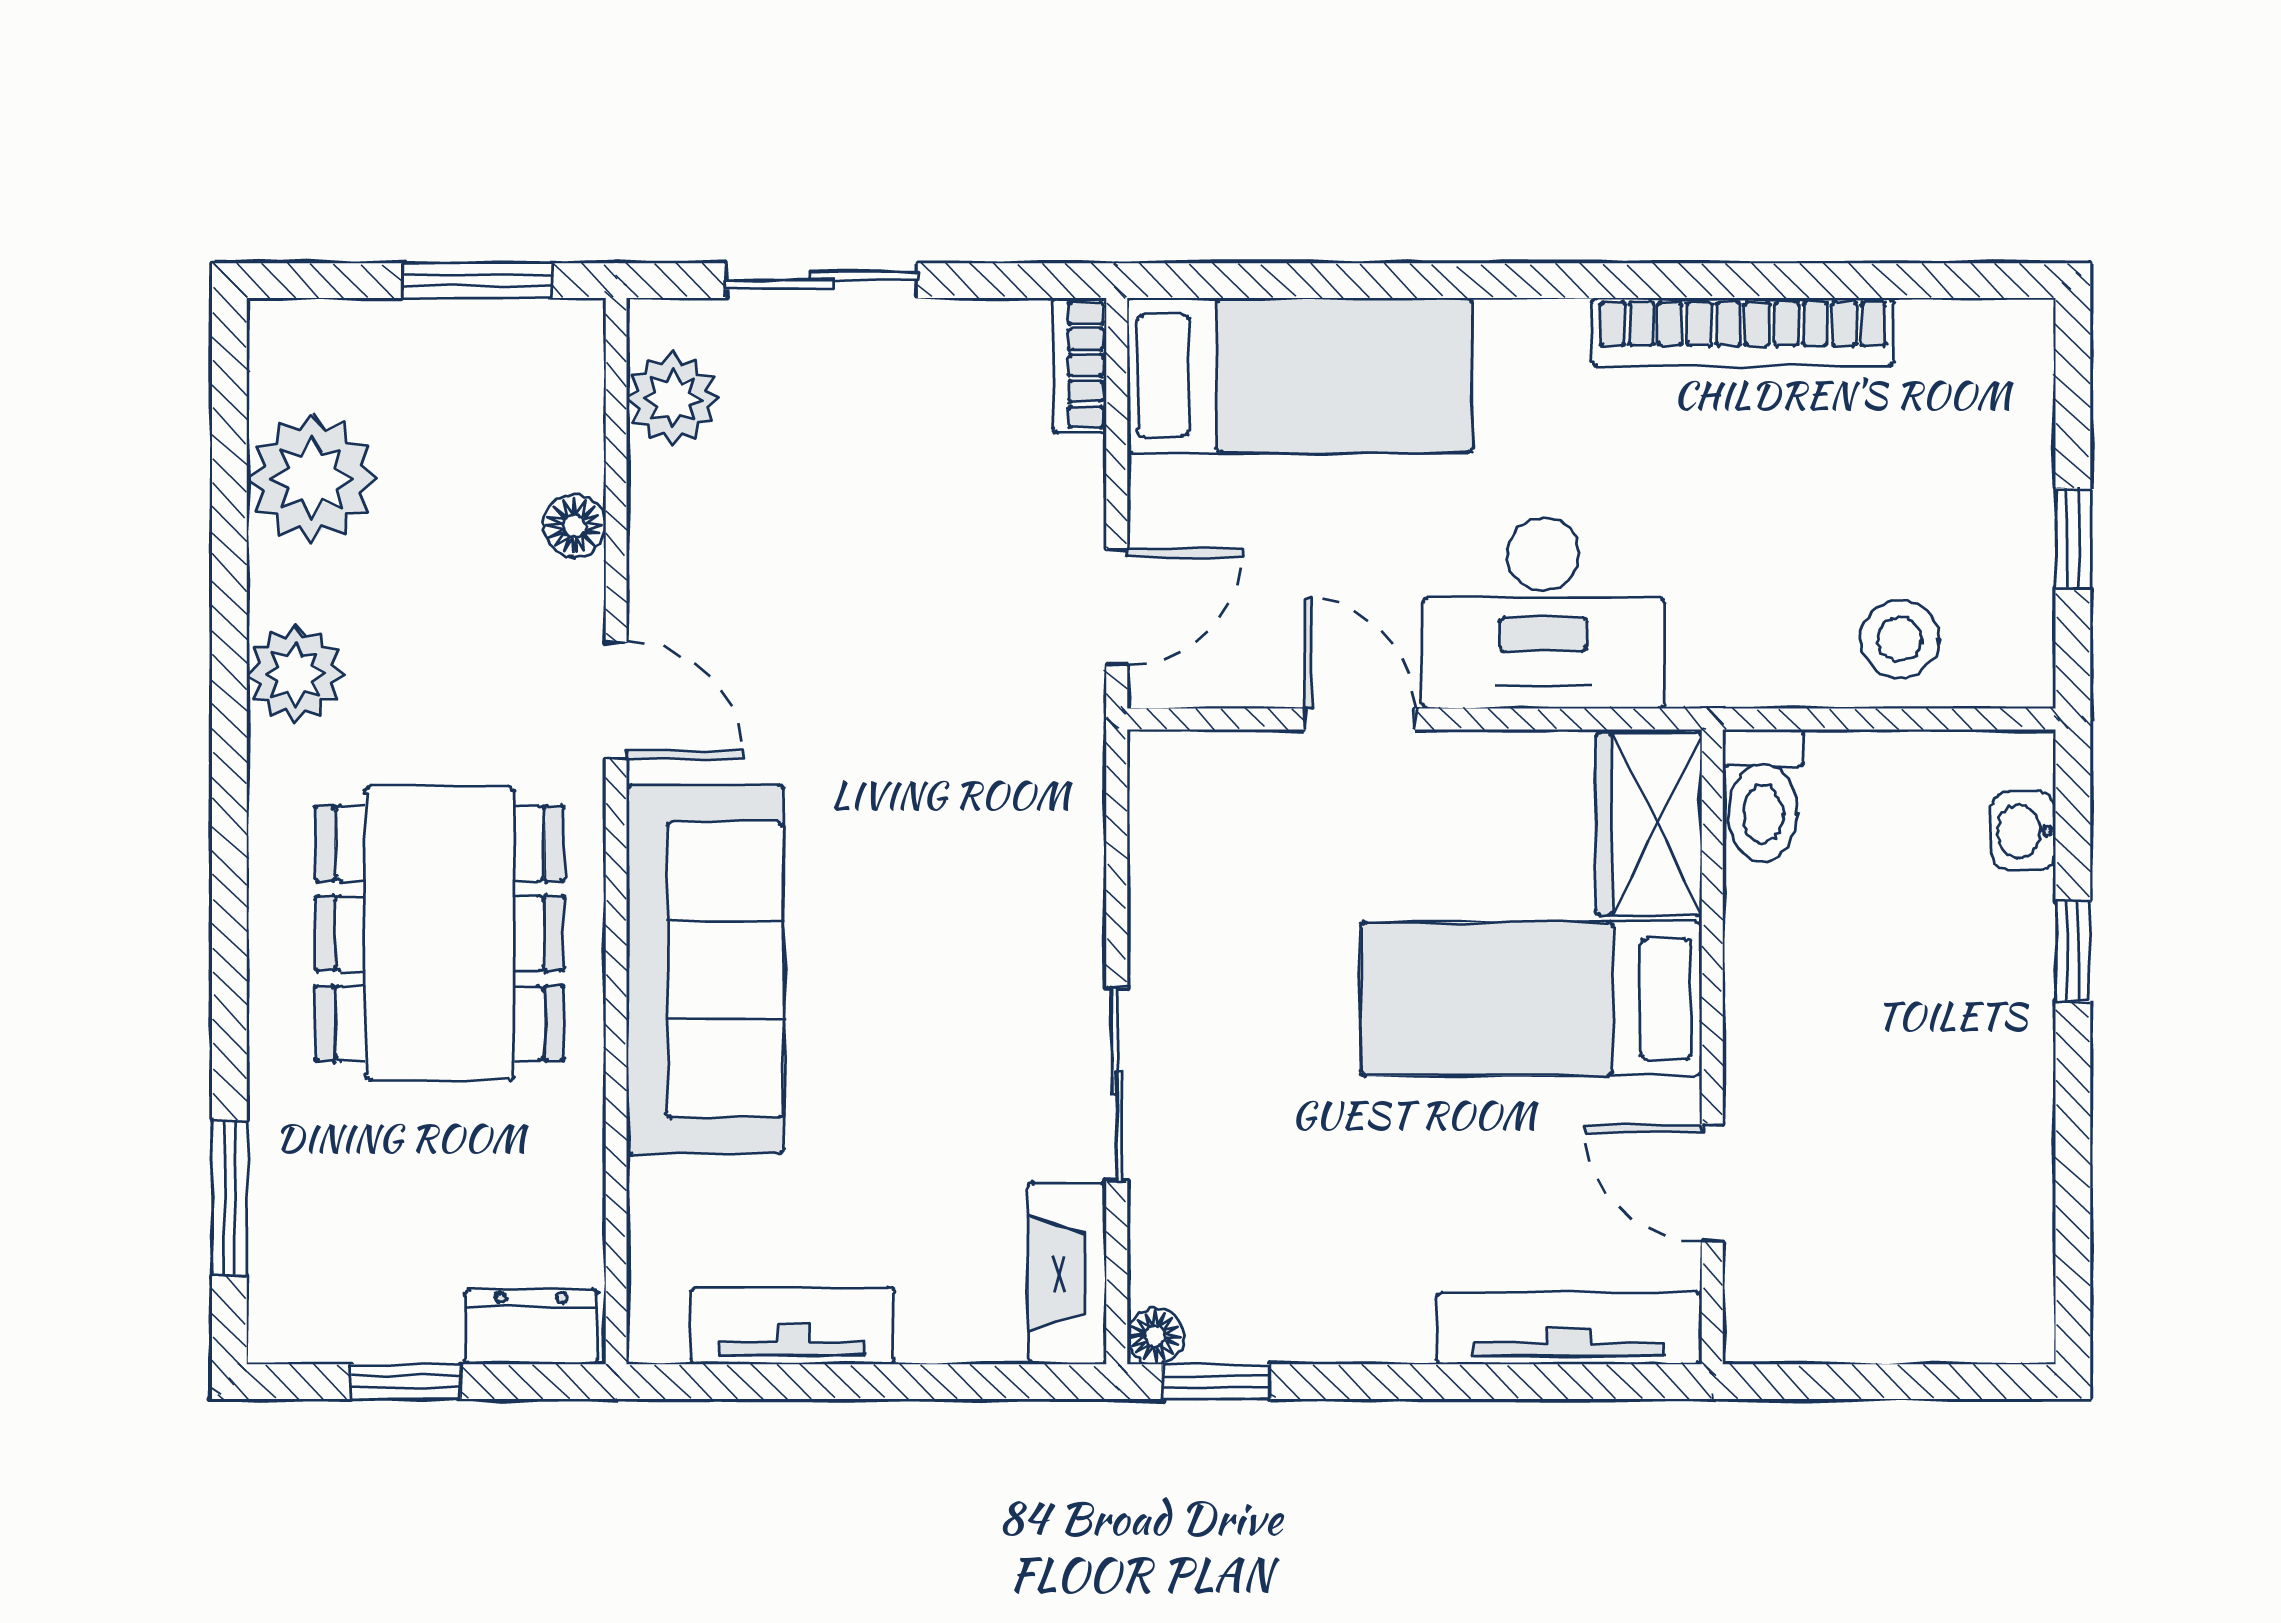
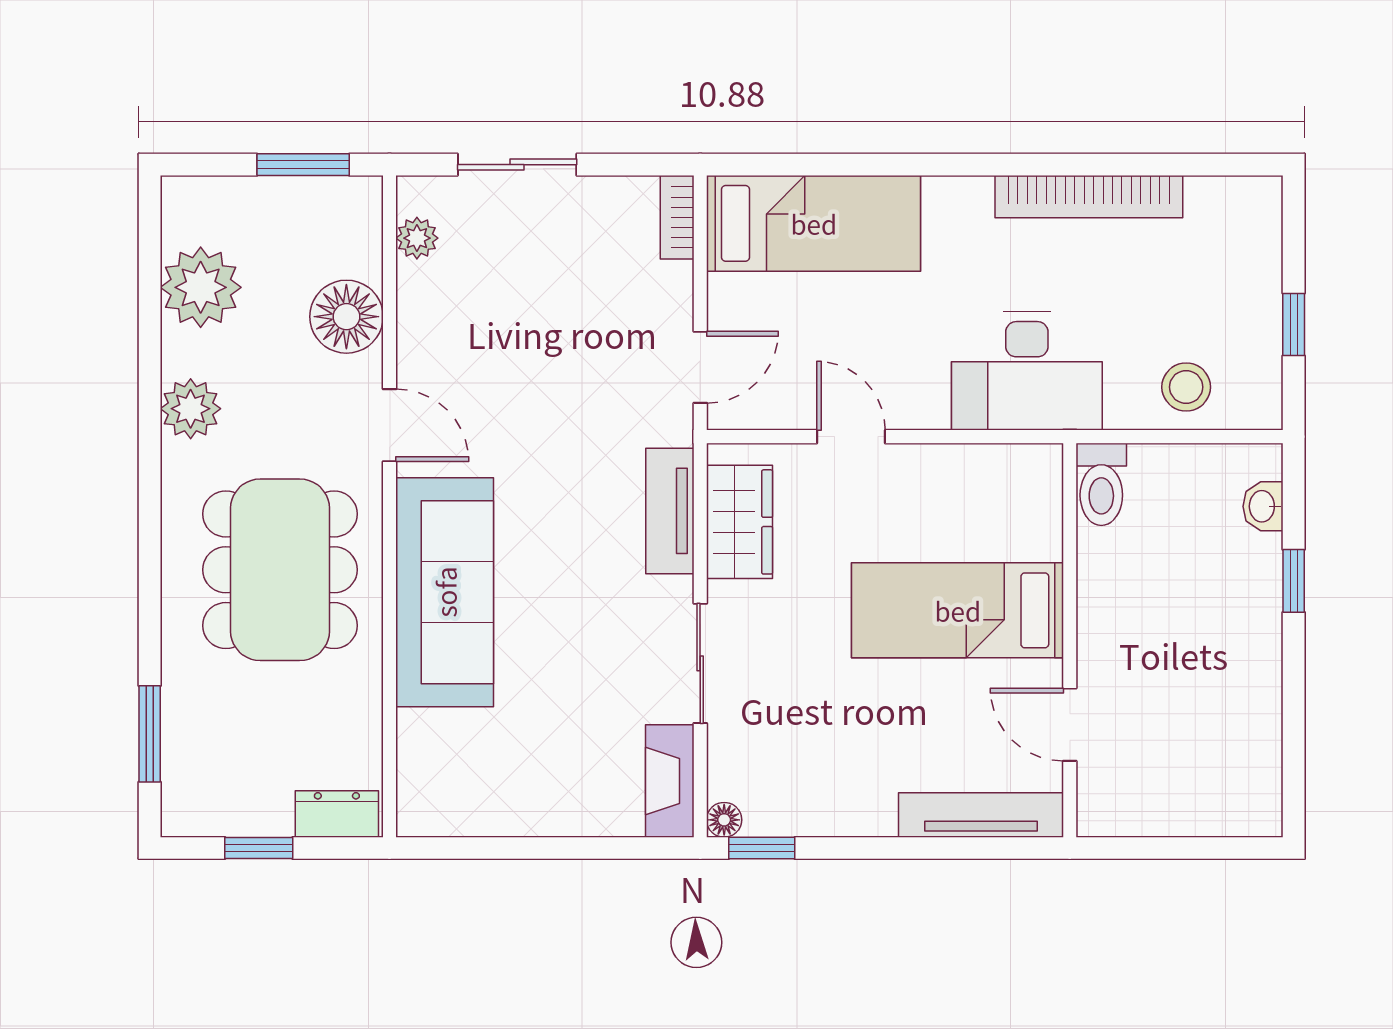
plant: (673, 399) -> (417, 238), width x0.73, depth x0.73
floor lamp: (574, 526) -> (346, 317), width x1.89, depth x1.89
desk: (1544, 613) -> (1027, 371), moved
wardrobe: (1649, 824) -> (740, 522), moved, turned 180
tv unit: (793, 1326) -> (670, 511), moved, turned -90

